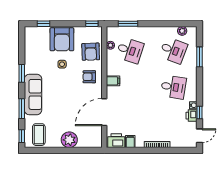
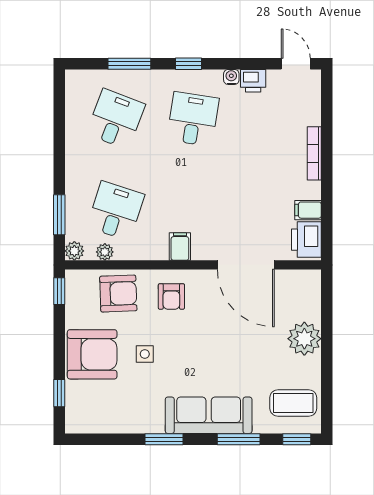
plant: (182, 31) -> (74, 251), moved
window: (200, 112) -> (188, 64), moved

